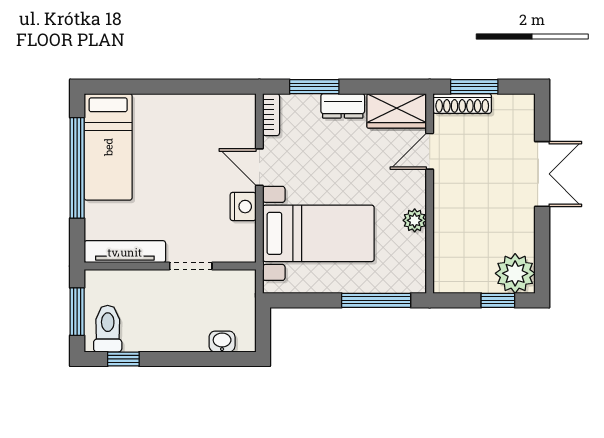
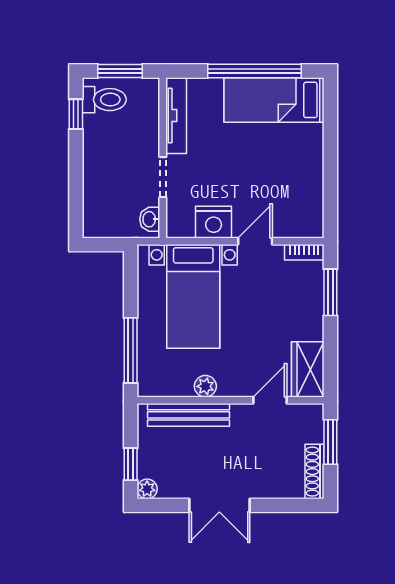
shoe rack: (462, 104) -> (315, 472), moved
dresser: (343, 106) -> (312, 319), removed
door: (430, 151) -> (270, 400), hinge flipped
double door: (542, 174) -> (219, 505), moved
nightstand: (243, 207) -> (214, 222), width x1.36, depth x1.33
bench: (445, 238) -> (189, 415), added
plant: (515, 273) -> (147, 489), width x0.53, depth x0.53
washbasin: (222, 342) -> (150, 219), moved, turned 180

